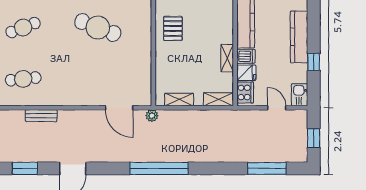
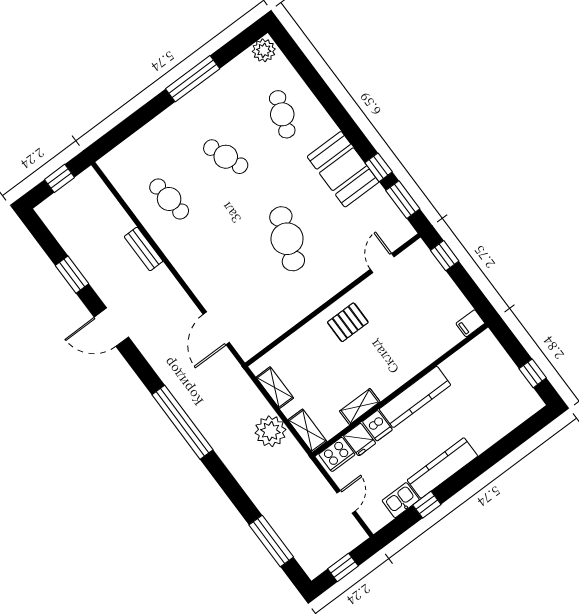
kitchen sink: (300, 95) -> (401, 500), moved
plant: (152, 116) -> (270, 431), moved, width x1.88, depth x1.88

